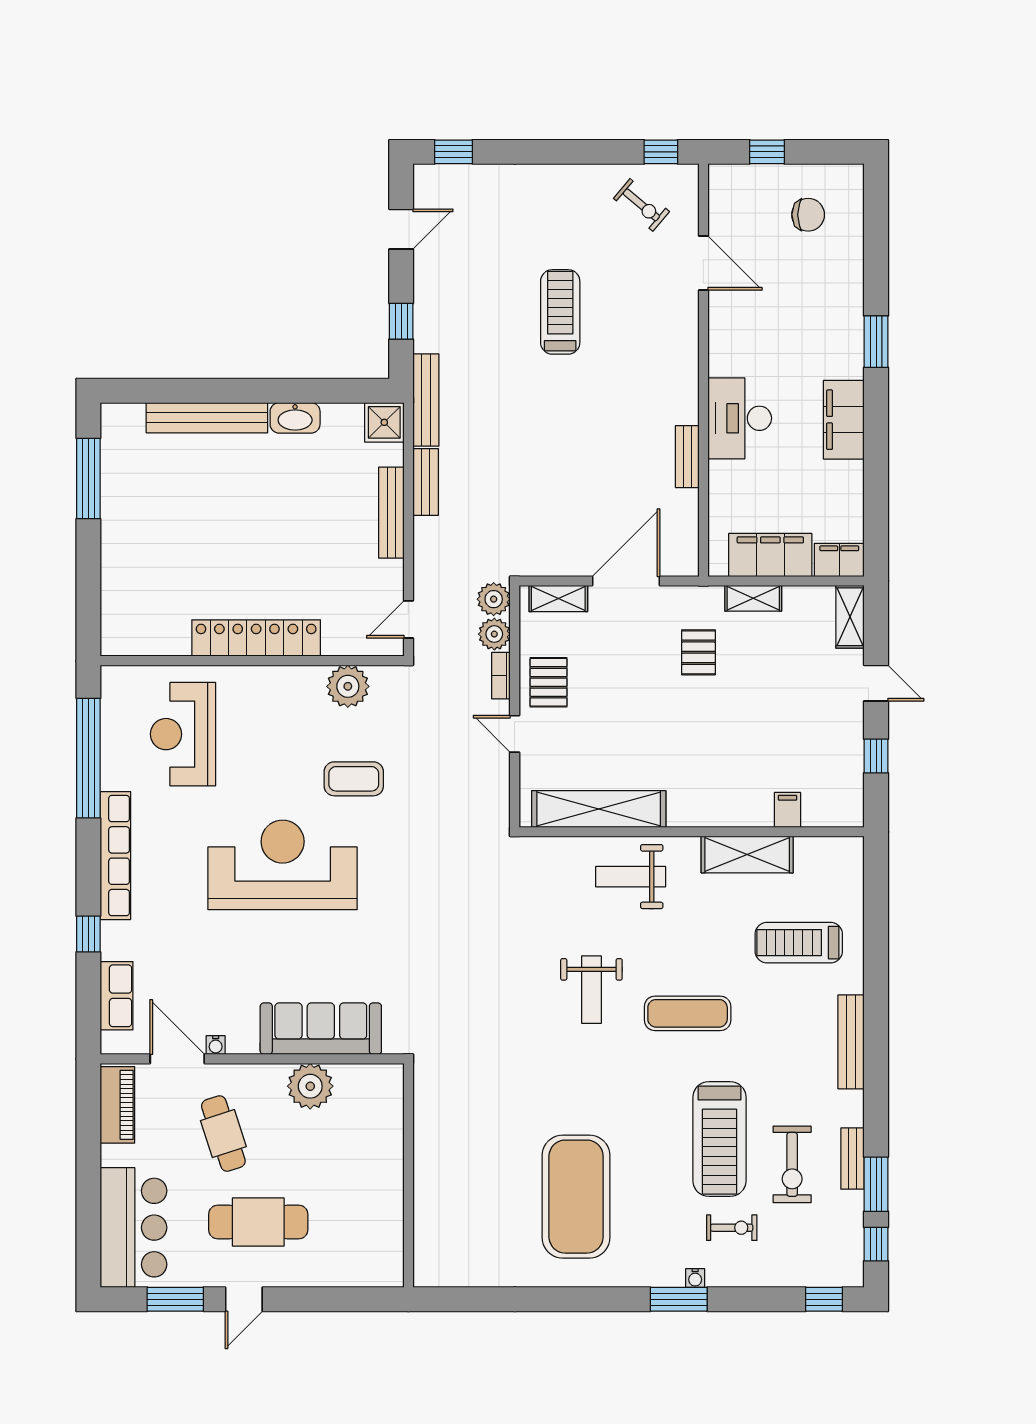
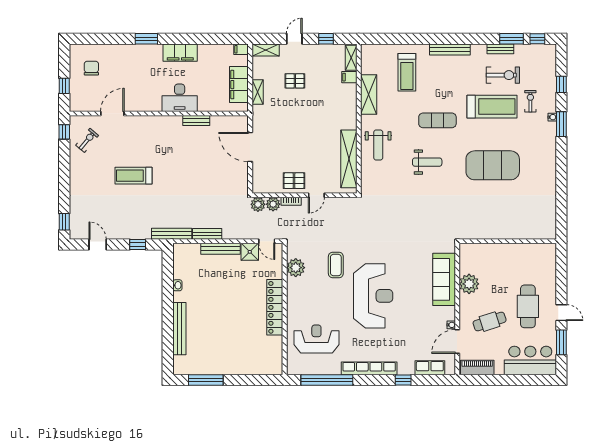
washbasin: (295, 418) -> (177, 285), width x0.52, depth x0.69
shower: (384, 422) -> (250, 252), moved
filing cabinet: (839, 560) -> (241, 49), width x0.50
shelving: (558, 599) -> (351, 58), moved
pallet: (698, 652) -> (295, 81), moved
reception desk: (183, 734) -> (316, 339), turned 180
reception desk: (283, 865) -> (373, 296), turned 180
exercise mat: (688, 1013) -> (437, 120), turned 90
exercise mat: (576, 1197) -> (493, 165), moved
window: (824, 1299) -> (561, 84), moved

